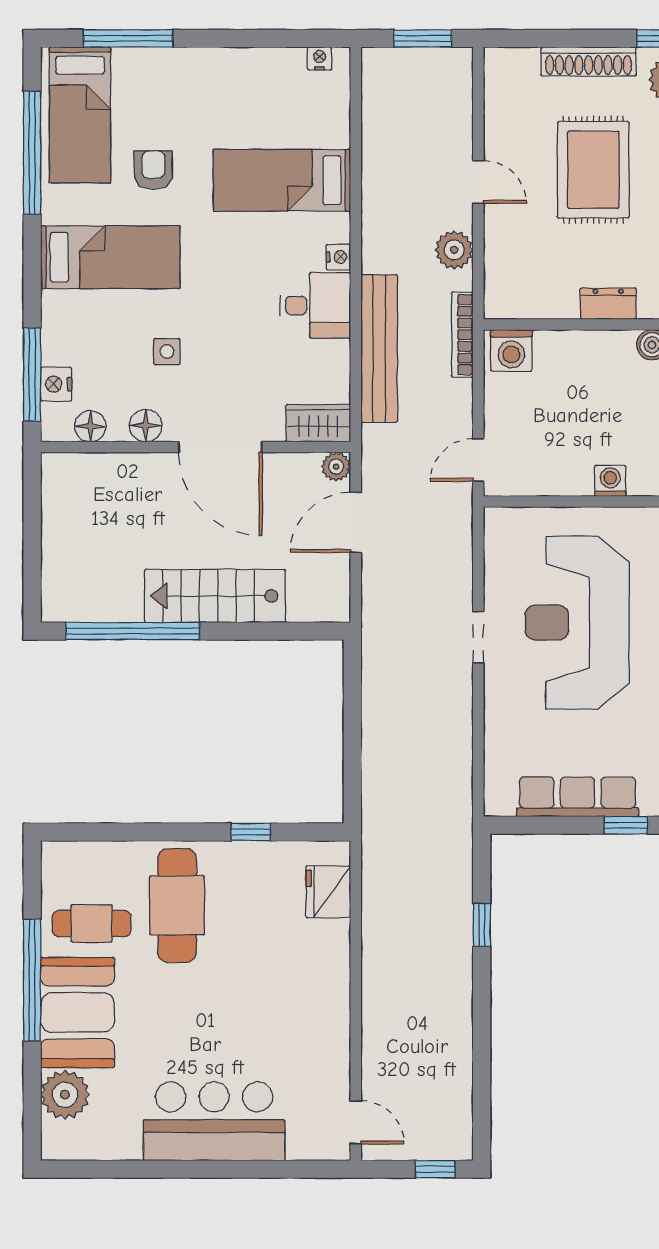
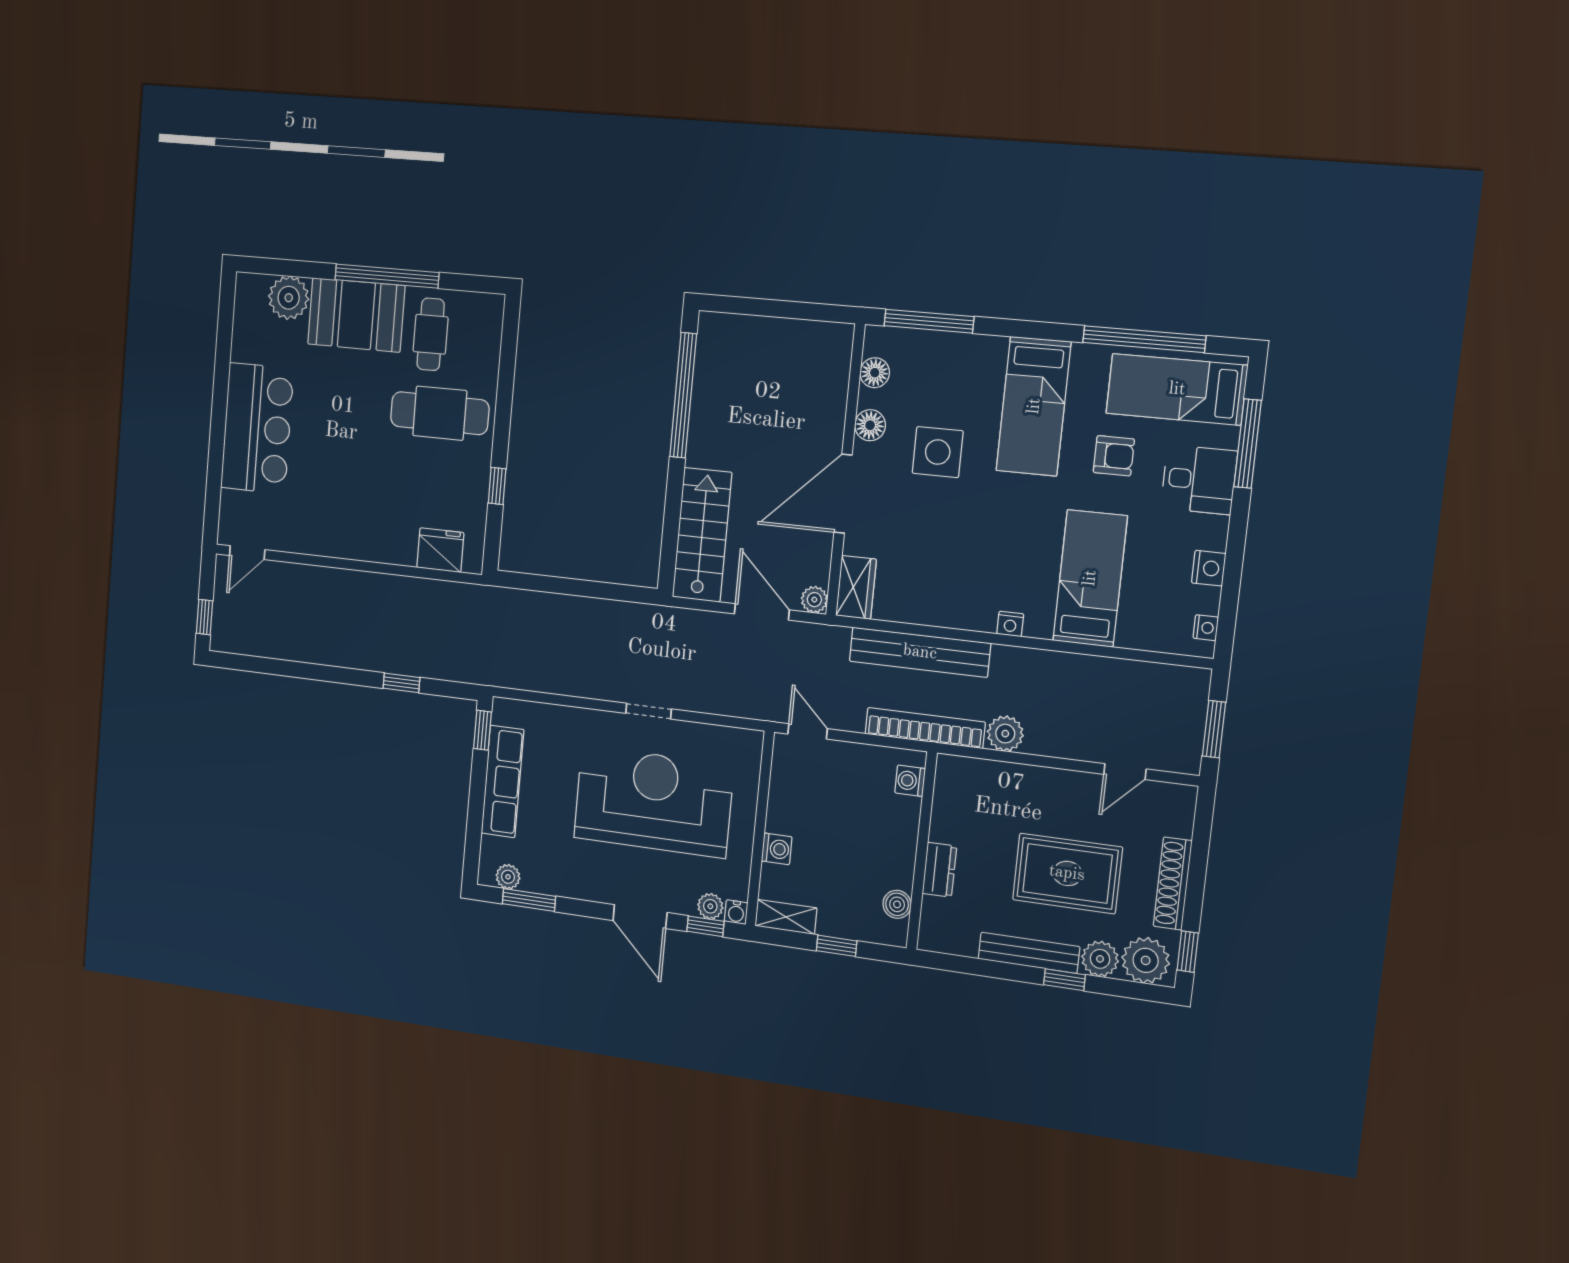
door: (478, 182) -> (1125, 772), moved
desk: (315, 305) -> (1199, 480), moved, turned -90
bookcase: (462, 335) -> (925, 728), width x1.48, depth x1.31
washing machine: (511, 350) -> (910, 781), width x0.73, depth x0.73
side table: (167, 351) -> (938, 452), width x1.87, depth x1.87
nightstand: (56, 384) -> (1209, 568), moved, turned 90
stairs: (215, 596) -> (702, 535), moved
window: (626, 825) -> (482, 730), moved

